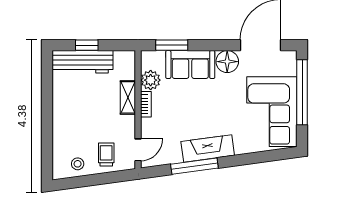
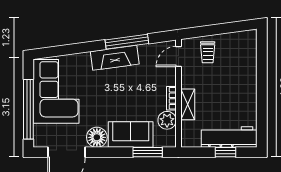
stool: (78, 164) -> (234, 44), removed

